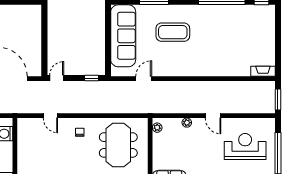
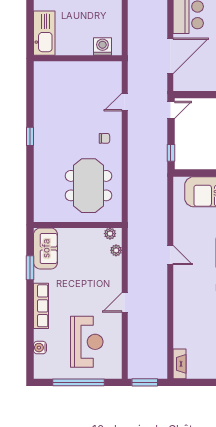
door: (57, 78) -> (171, 110), hinge flipped
door: (144, 79) -> (170, 255), moved
plant: (187, 123) -> (116, 250), moved
meeting table: (118, 145) -> (89, 186), turned 90

